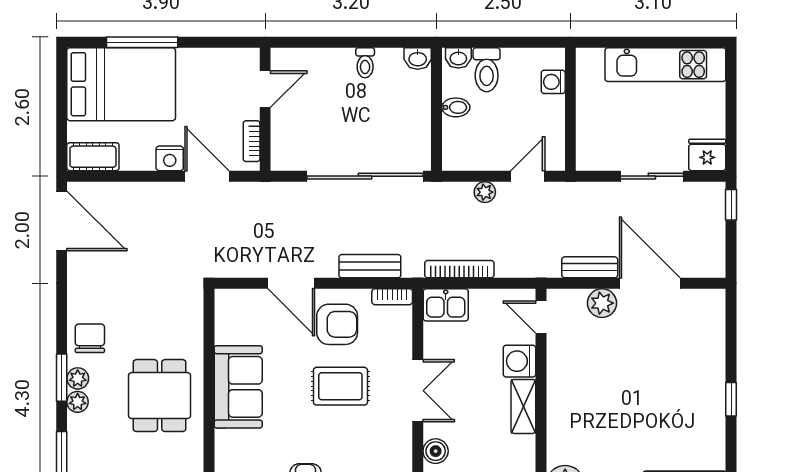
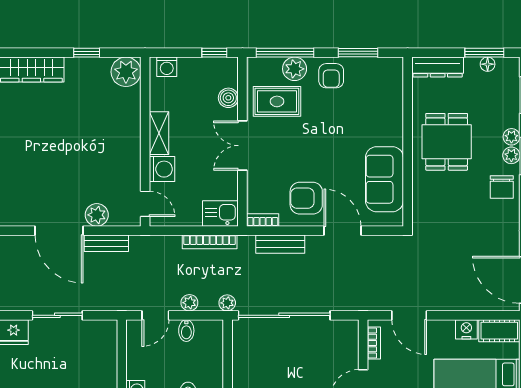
bidet: (456, 107) -> (186, 331), moved, turned -90
nightstand: (170, 158) -> (466, 329), moved
plant: (437, 192) -> (227, 303), added
rug: (340, 386) -> (277, 101), moved
sofa: (238, 387) -> (384, 179), moved

